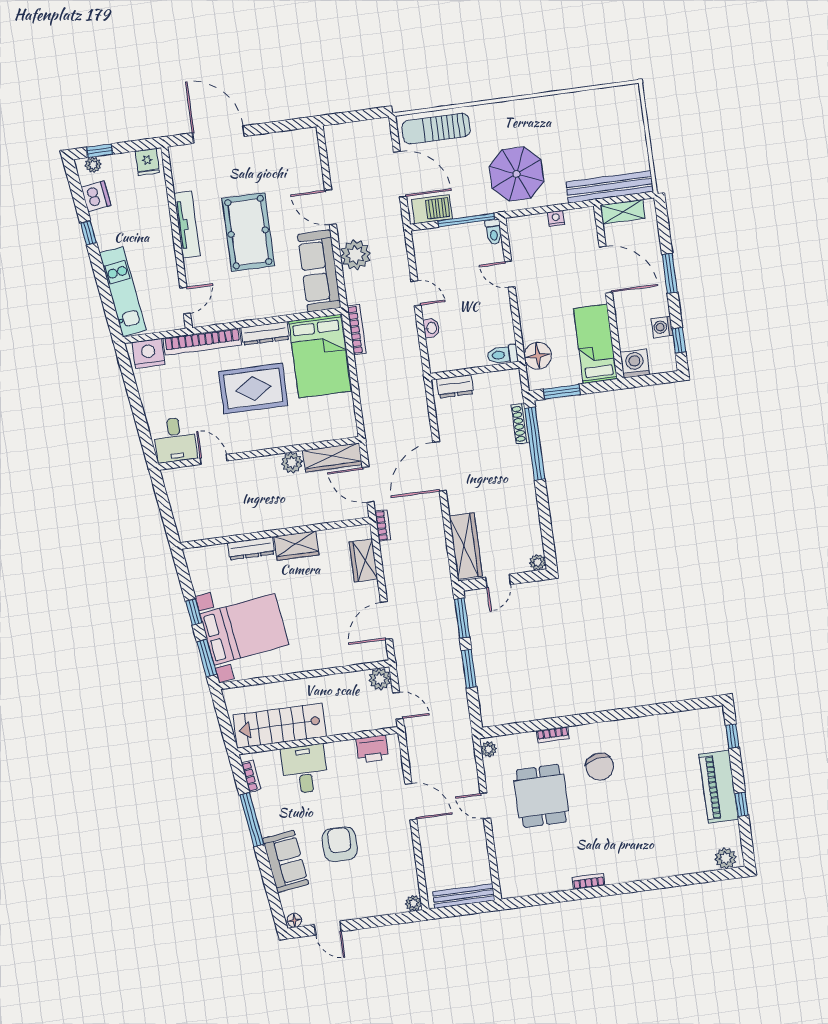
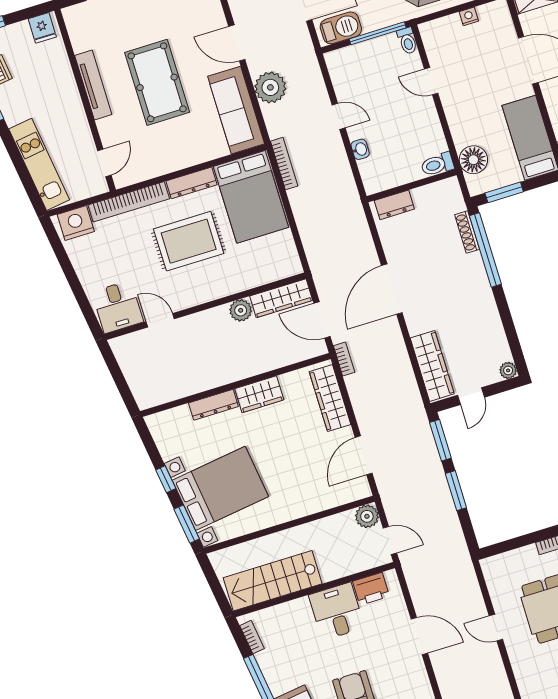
wardrobe: (363, 560) -> (330, 398), width x1.50
plant: (489, 749) -> (490, 570), removed
desk: (305, 769) -> (337, 611), moved

